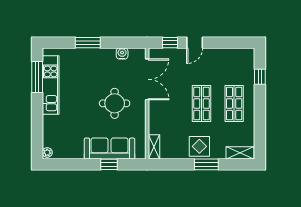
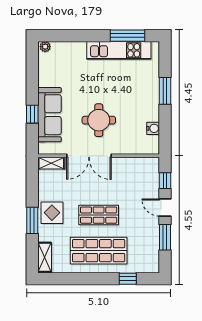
window: (222, 43) -> (165, 237), added
double door: (147, 79) -> (89, 156), moved
shop shelf: (234, 103) -> (99, 251), width x1.43, depth x1.36

